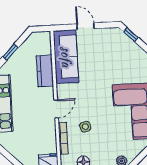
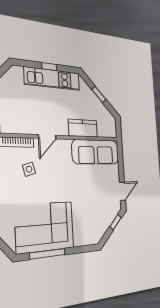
door: (85, 26) -> (122, 191), moved
door: (56, 109) -> (47, 137), hinge flipped

